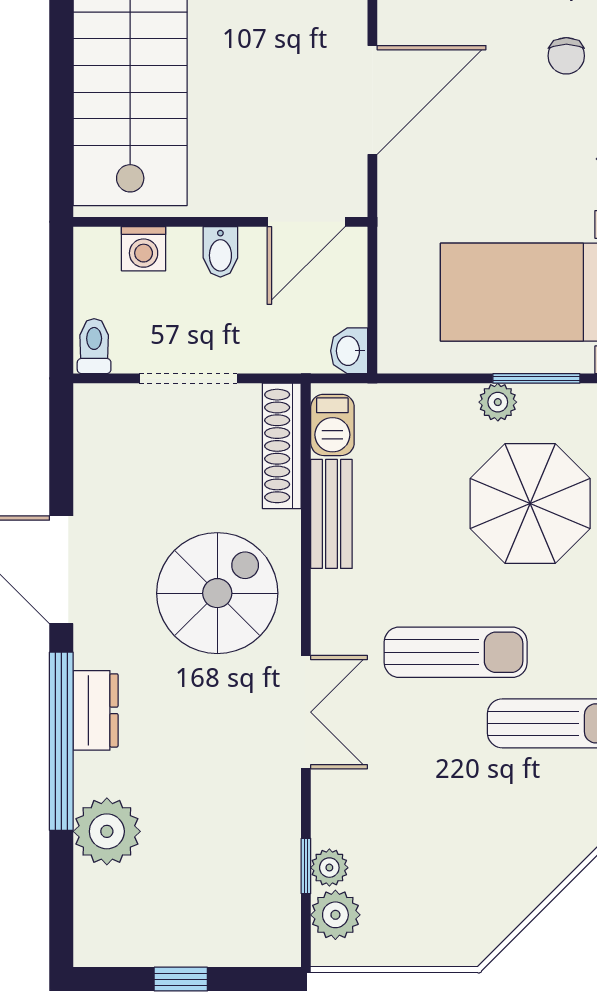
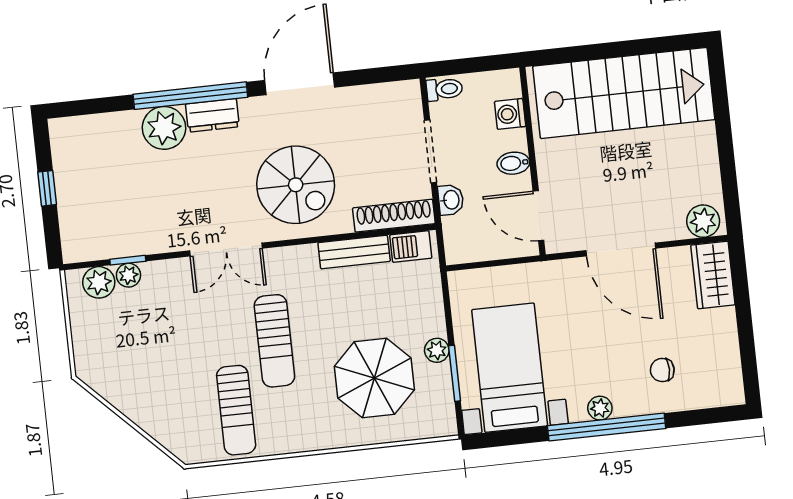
washbasin: (349, 351) -> (451, 200), moved, turned 90
plant: (107, 831) -> (164, 128), moved

